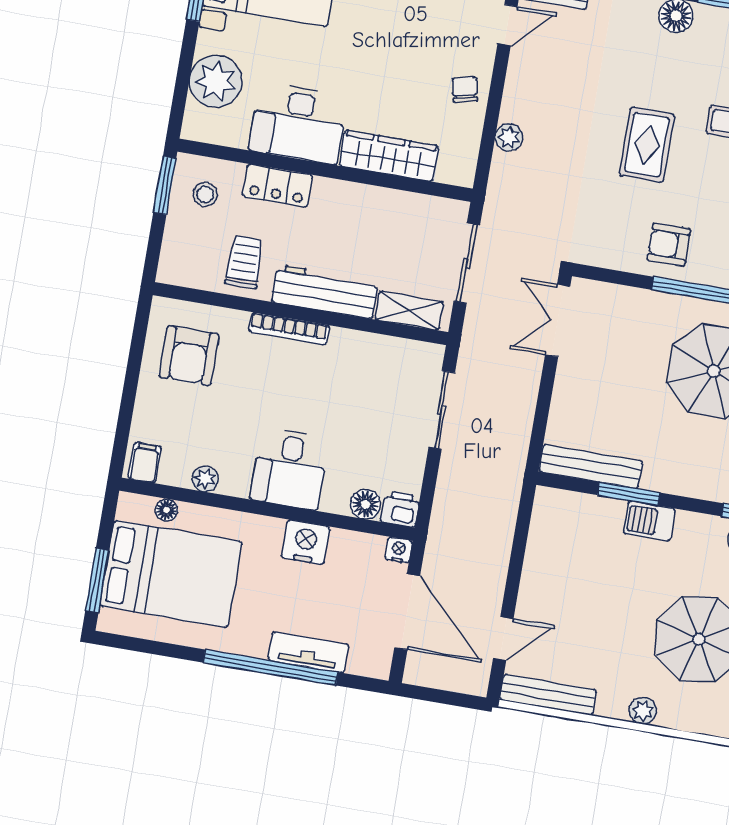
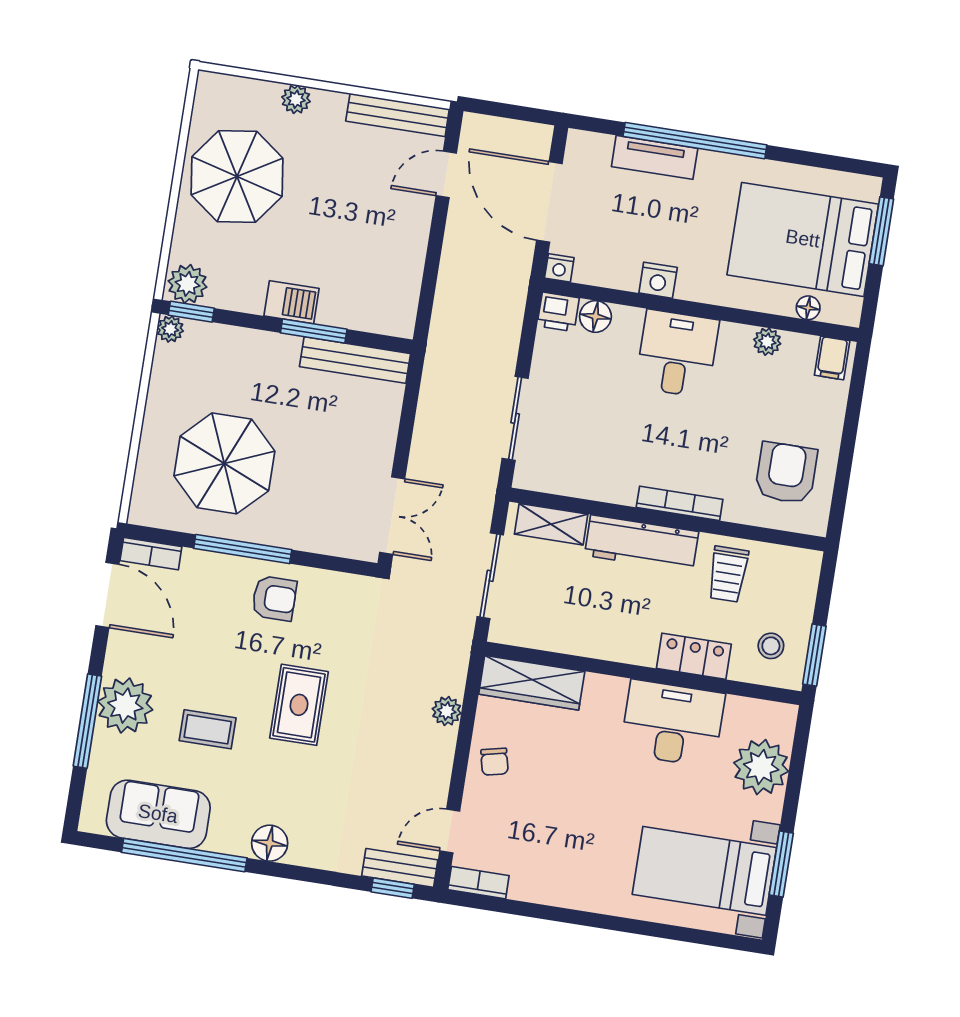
wardrobe: (389, 156) -> (532, 683), moved
nightstand: (306, 542) -> (658, 280), width x0.74, depth x0.75

